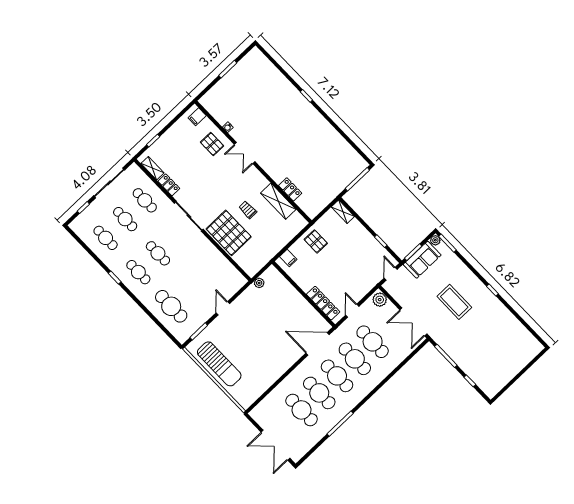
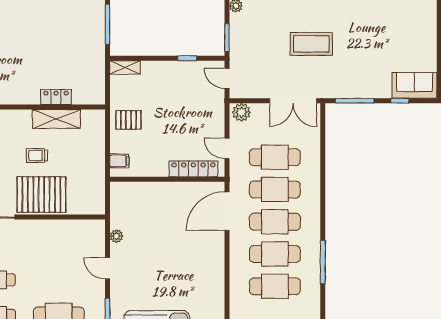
sofa: (422, 260) -> (414, 85), moved, turned -90
plant: (259, 283) -> (116, 236), moved

